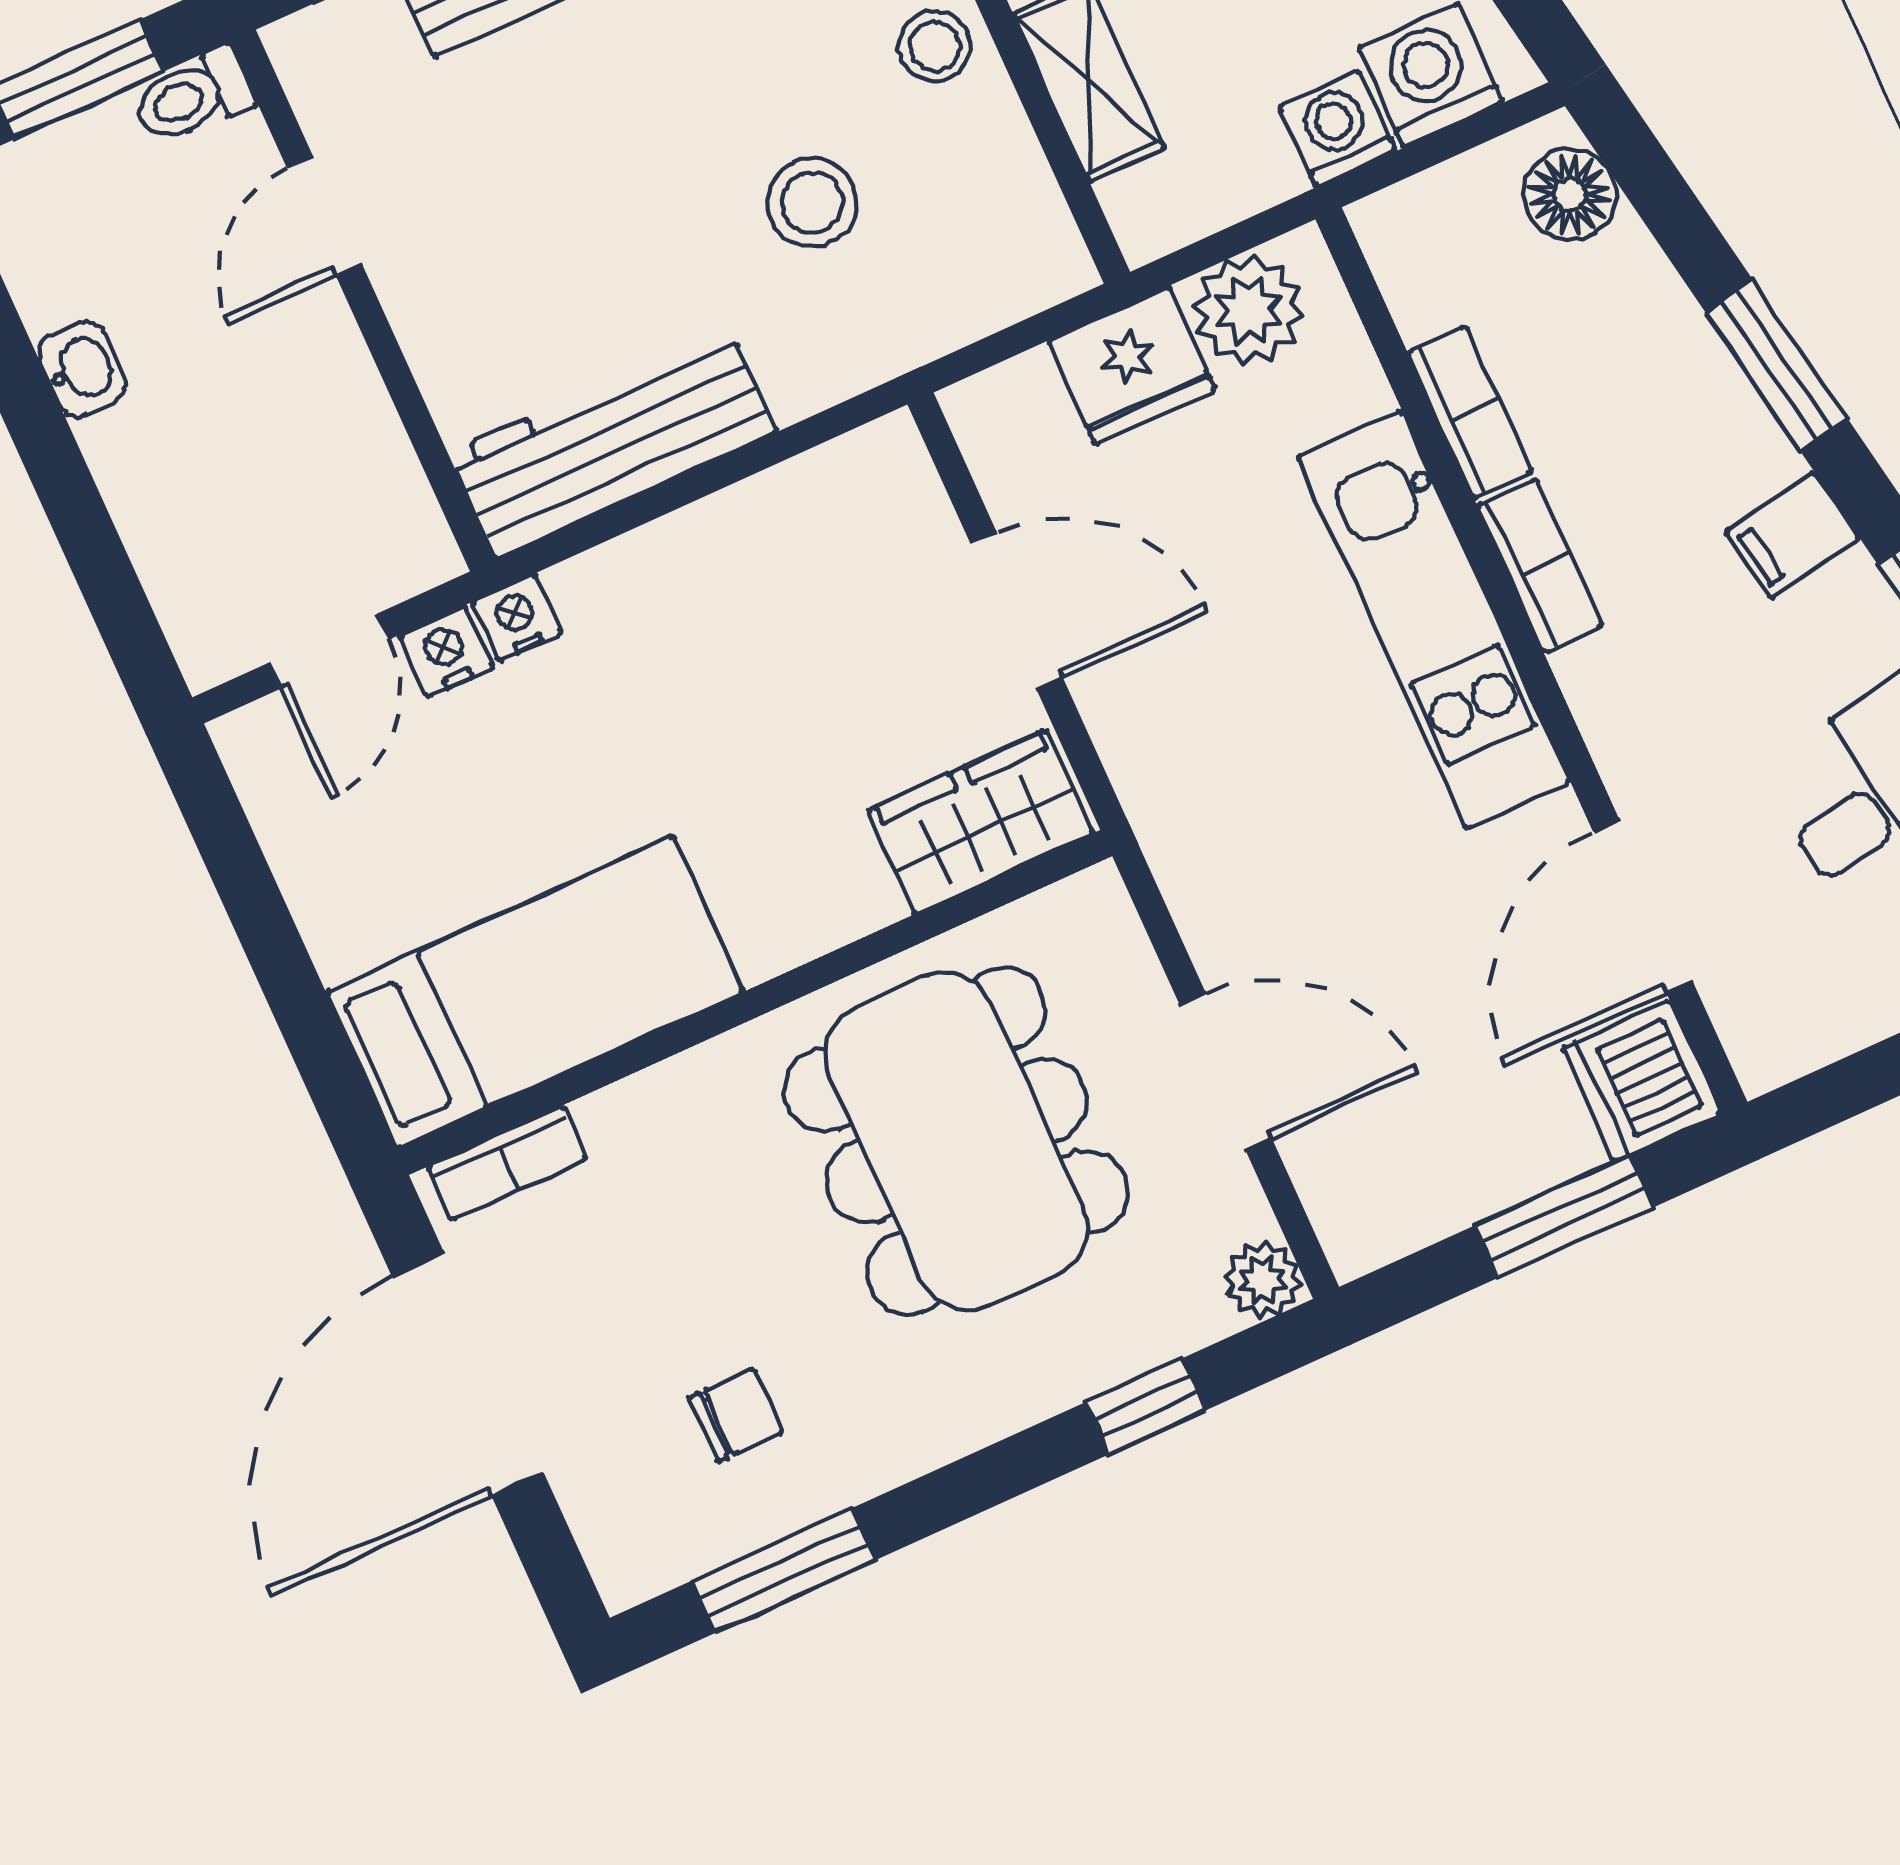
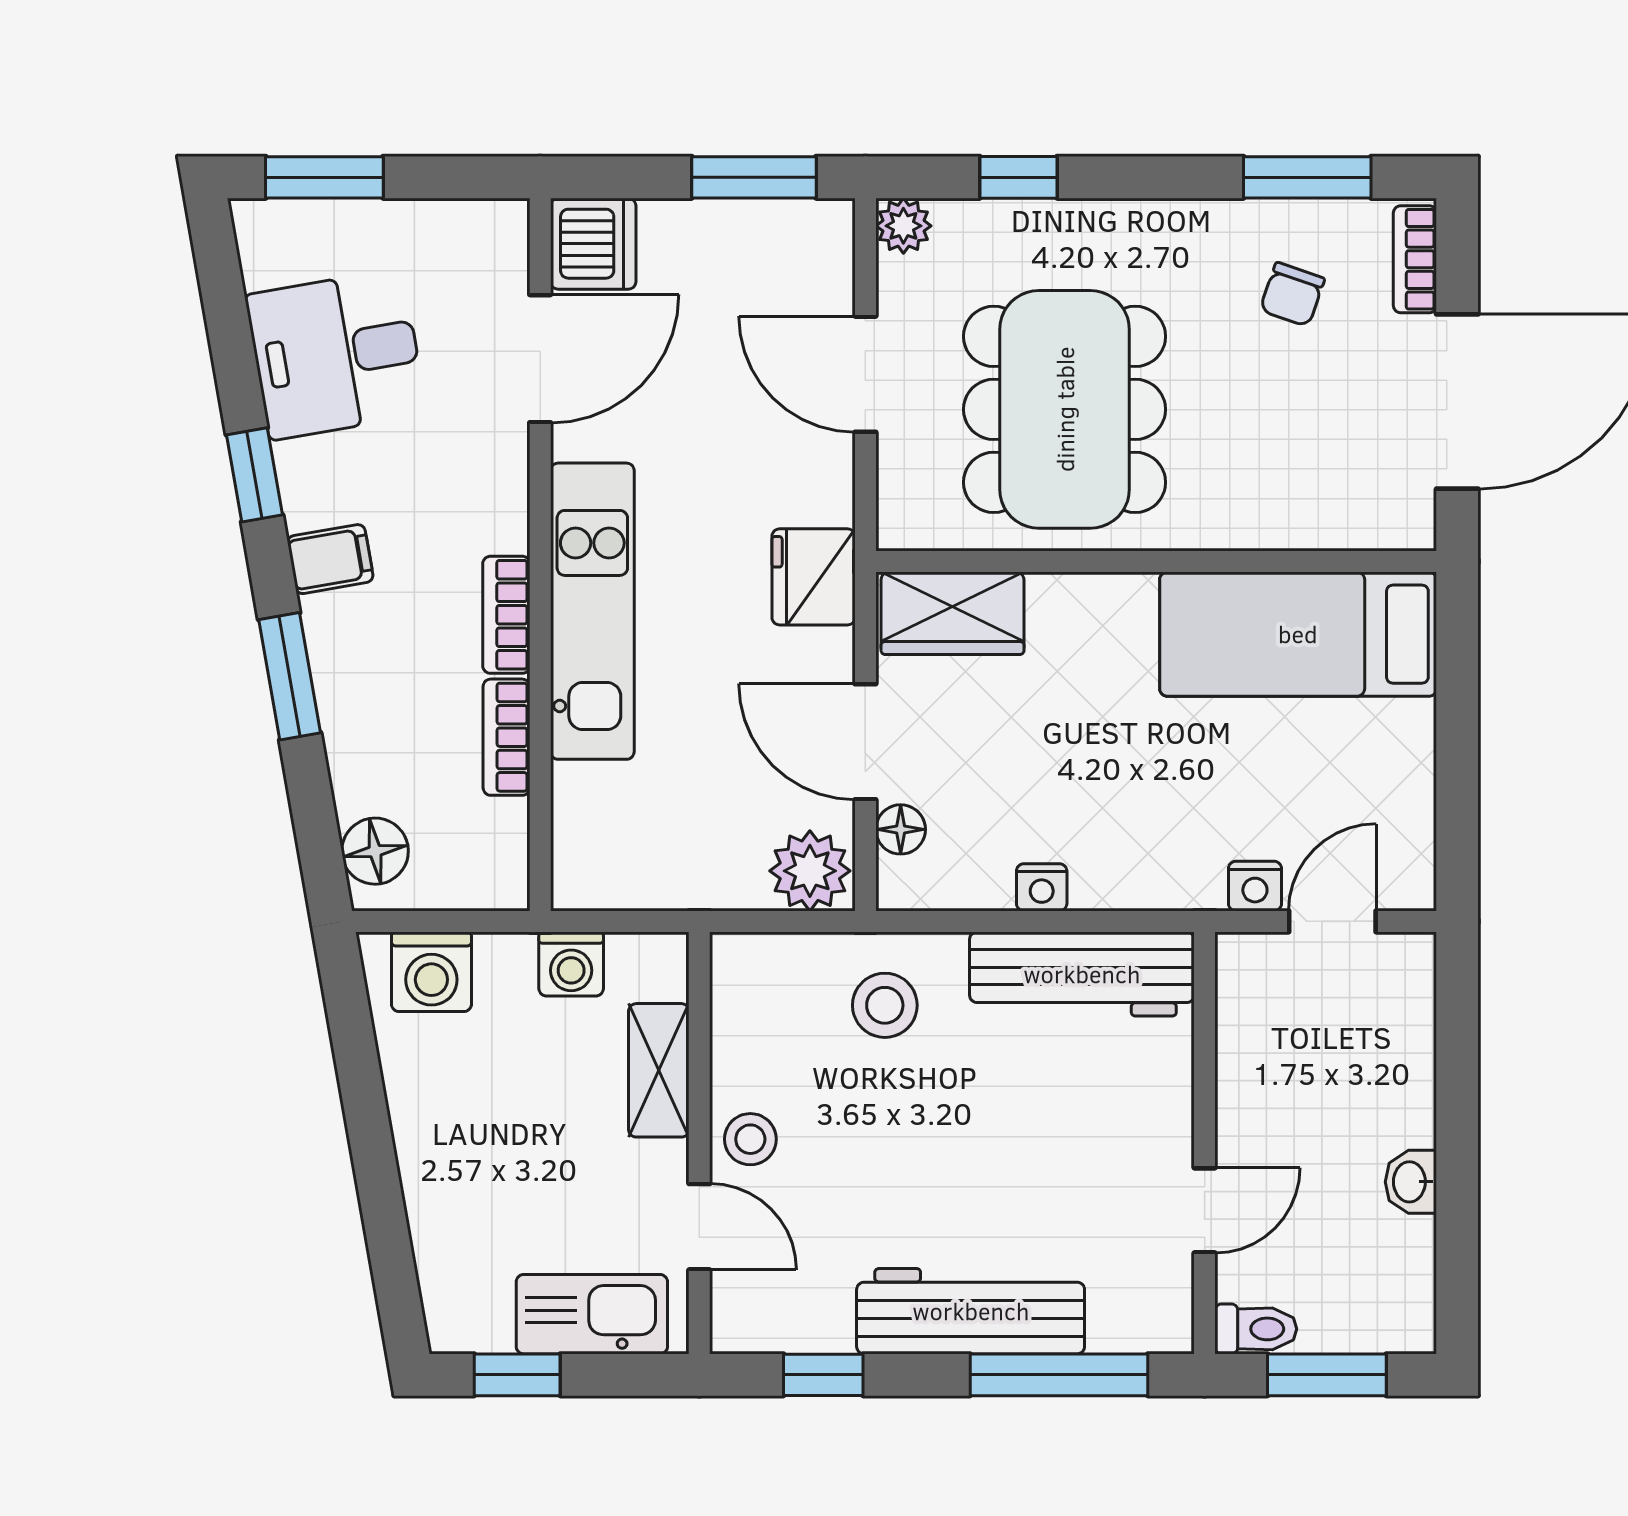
washing machine: (1337, 129) -> (571, 964), moved
stool: (812, 202) -> (885, 1005), moved
plant: (1249, 310) -> (810, 871), moved
fridge: (1132, 365) -> (814, 577), moved, turned -90
floor lamp: (923, 521) -> (901, 829), added
nightstand: (517, 617) -> (1042, 887), moved
bookcase: (507, 1163) -> (1415, 259), moved, turned -90
window: (1564, 1216) -> (754, 177), moved
chair: (736, 1415) -> (1292, 294), turned -71

